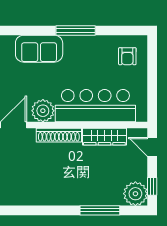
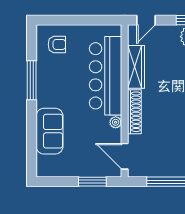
window: (76, 30) -> (32, 80), moved
plant: (43, 111) -> (116, 122), width x0.53, depth x0.53

